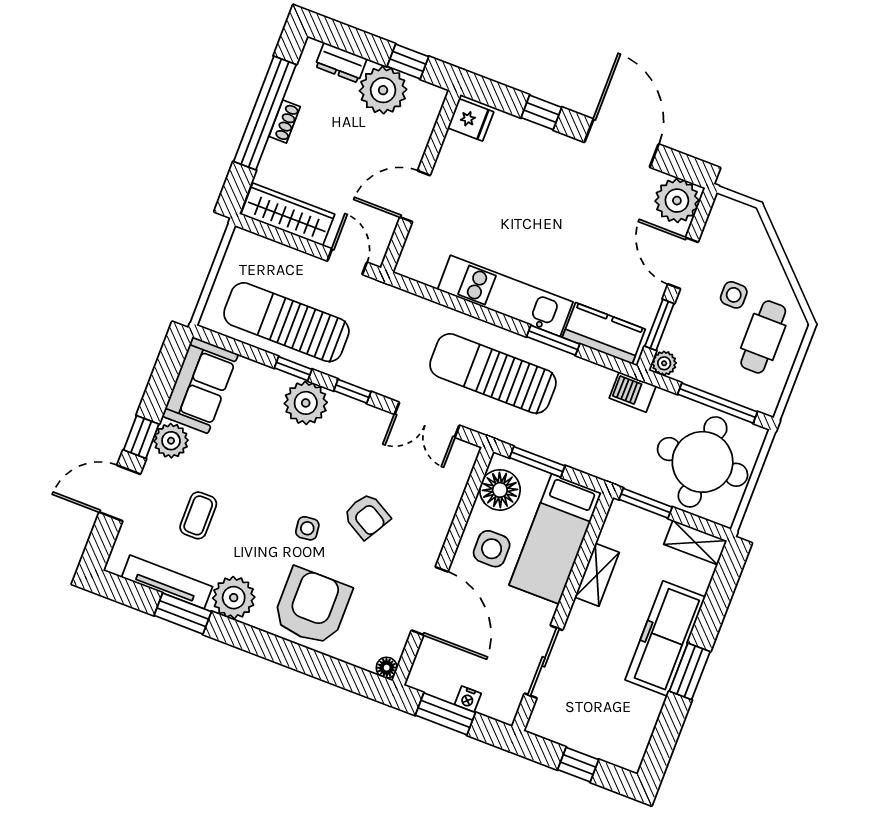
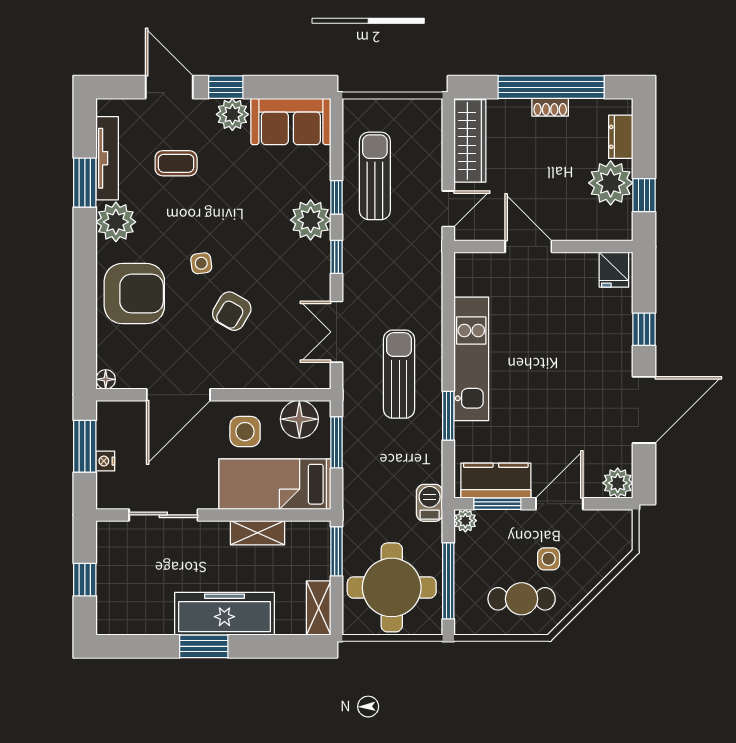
plant: (677, 201) -> (618, 483), width x0.73, depth x0.73
sun lounger: (286, 322) -> (375, 176), width x0.73, depth x0.75
kitchen counter: (604, 333) -> (496, 481), moved, turned -90
sun lounger: (493, 374) -> (399, 374), width x0.73, depth x0.75

